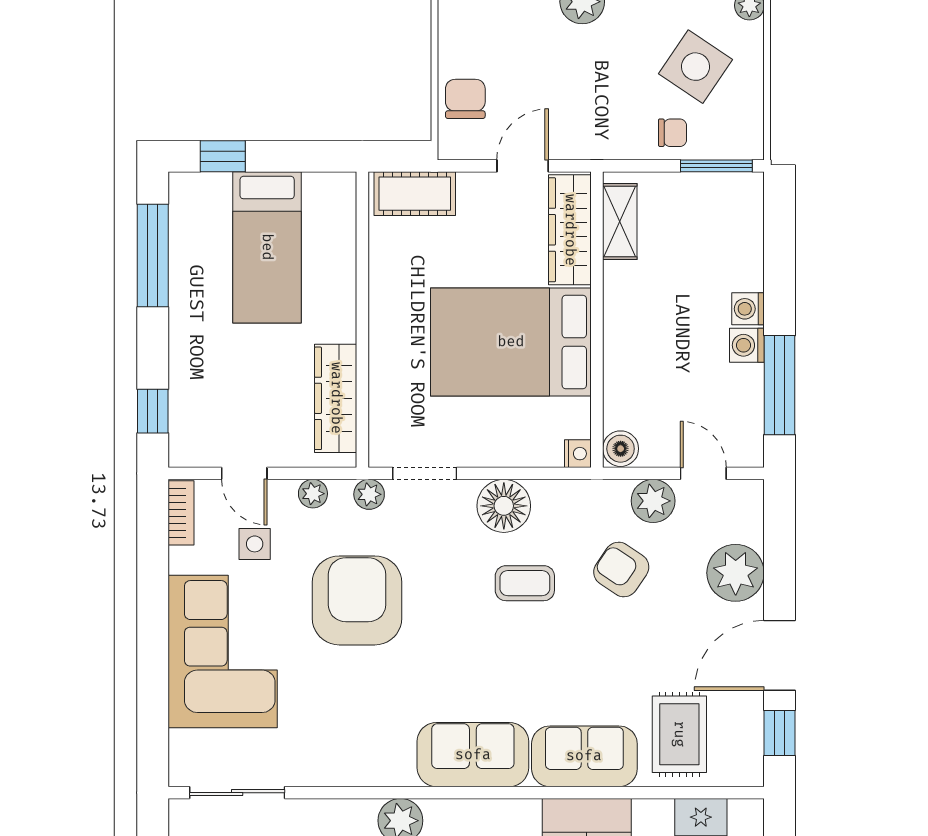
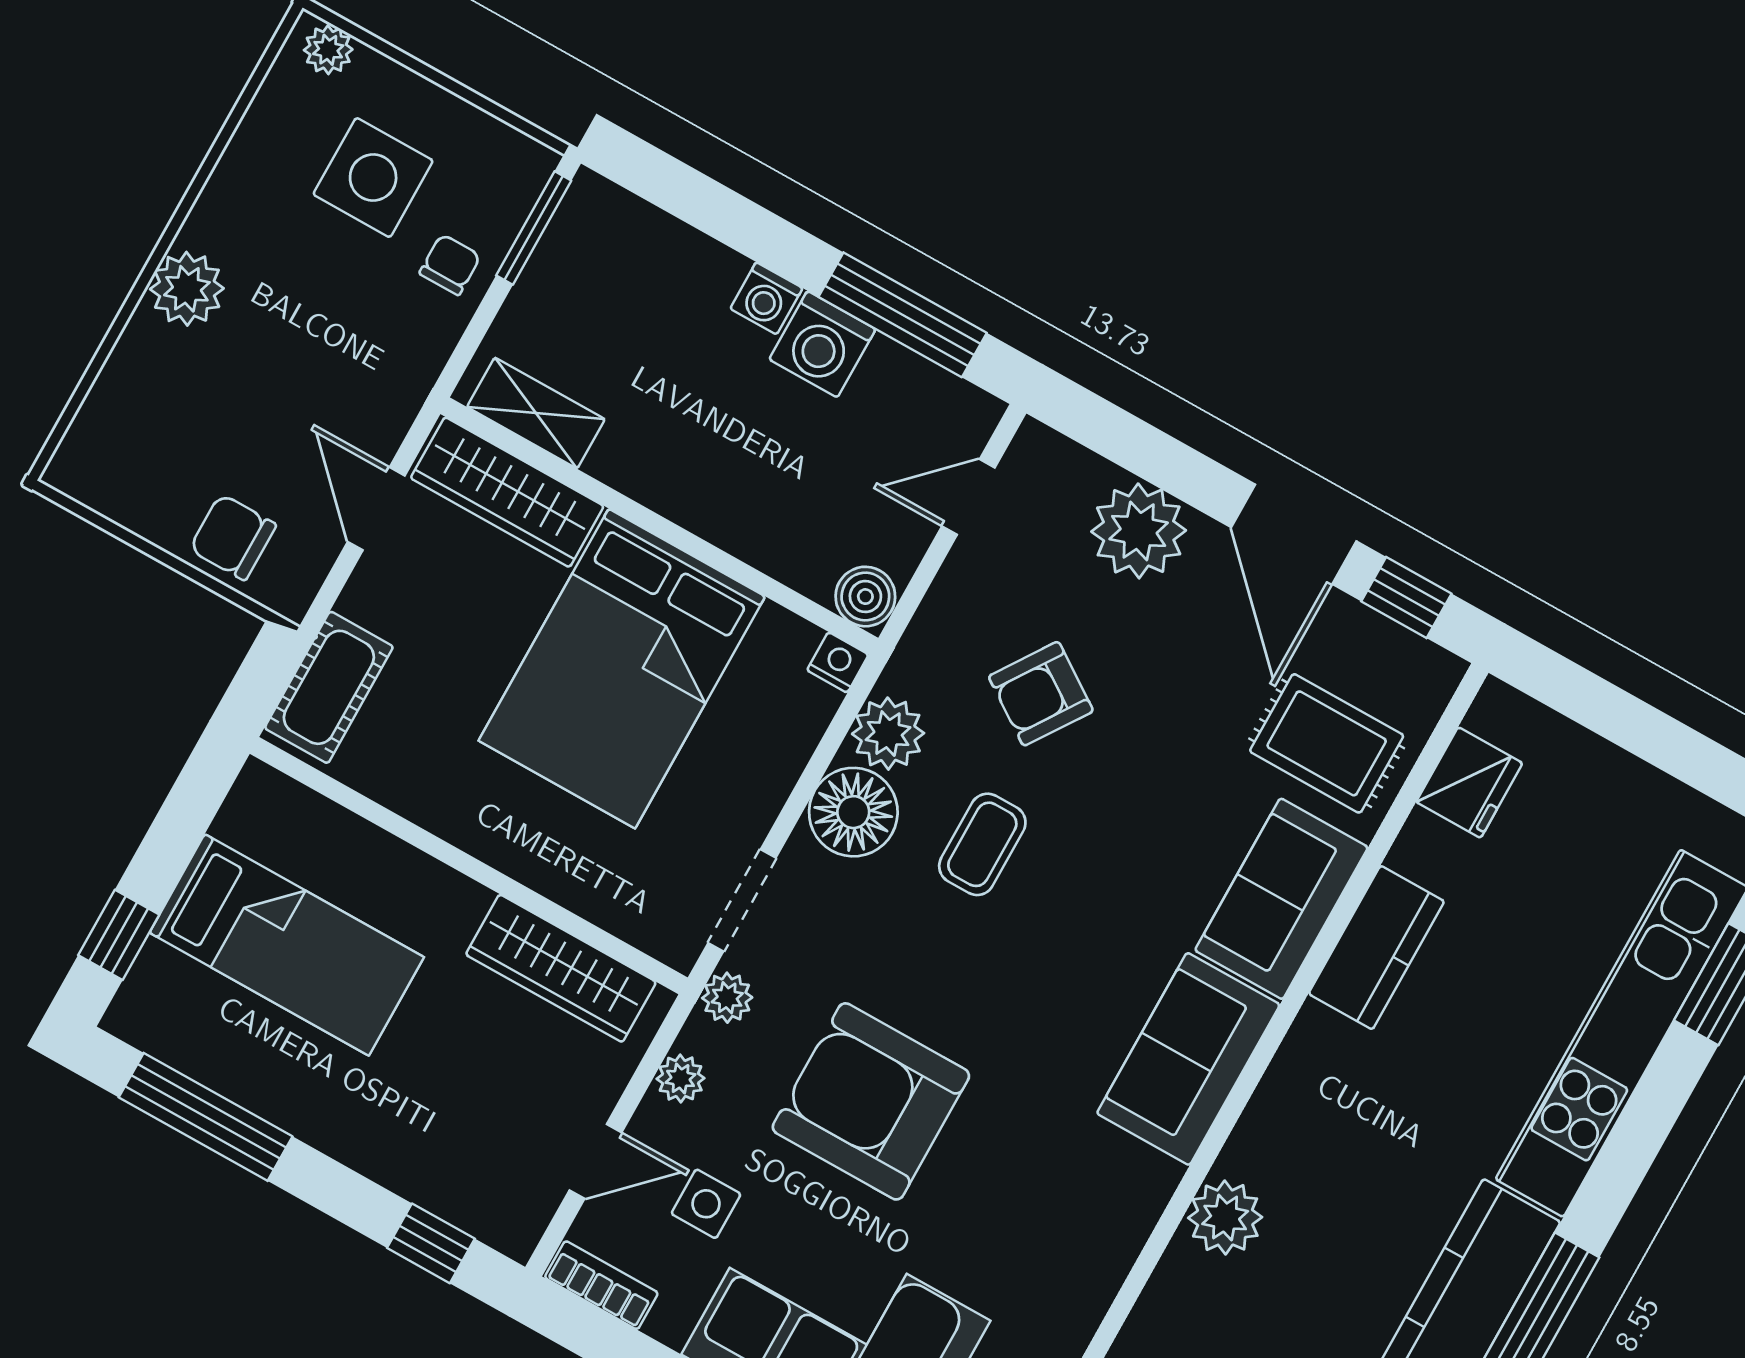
side table: (696, 67) -> (373, 178), turned -34
washing machine: (747, 345) -> (822, 344), width x1.38, depth x1.38
plant: (653, 501) -> (888, 734), moved

